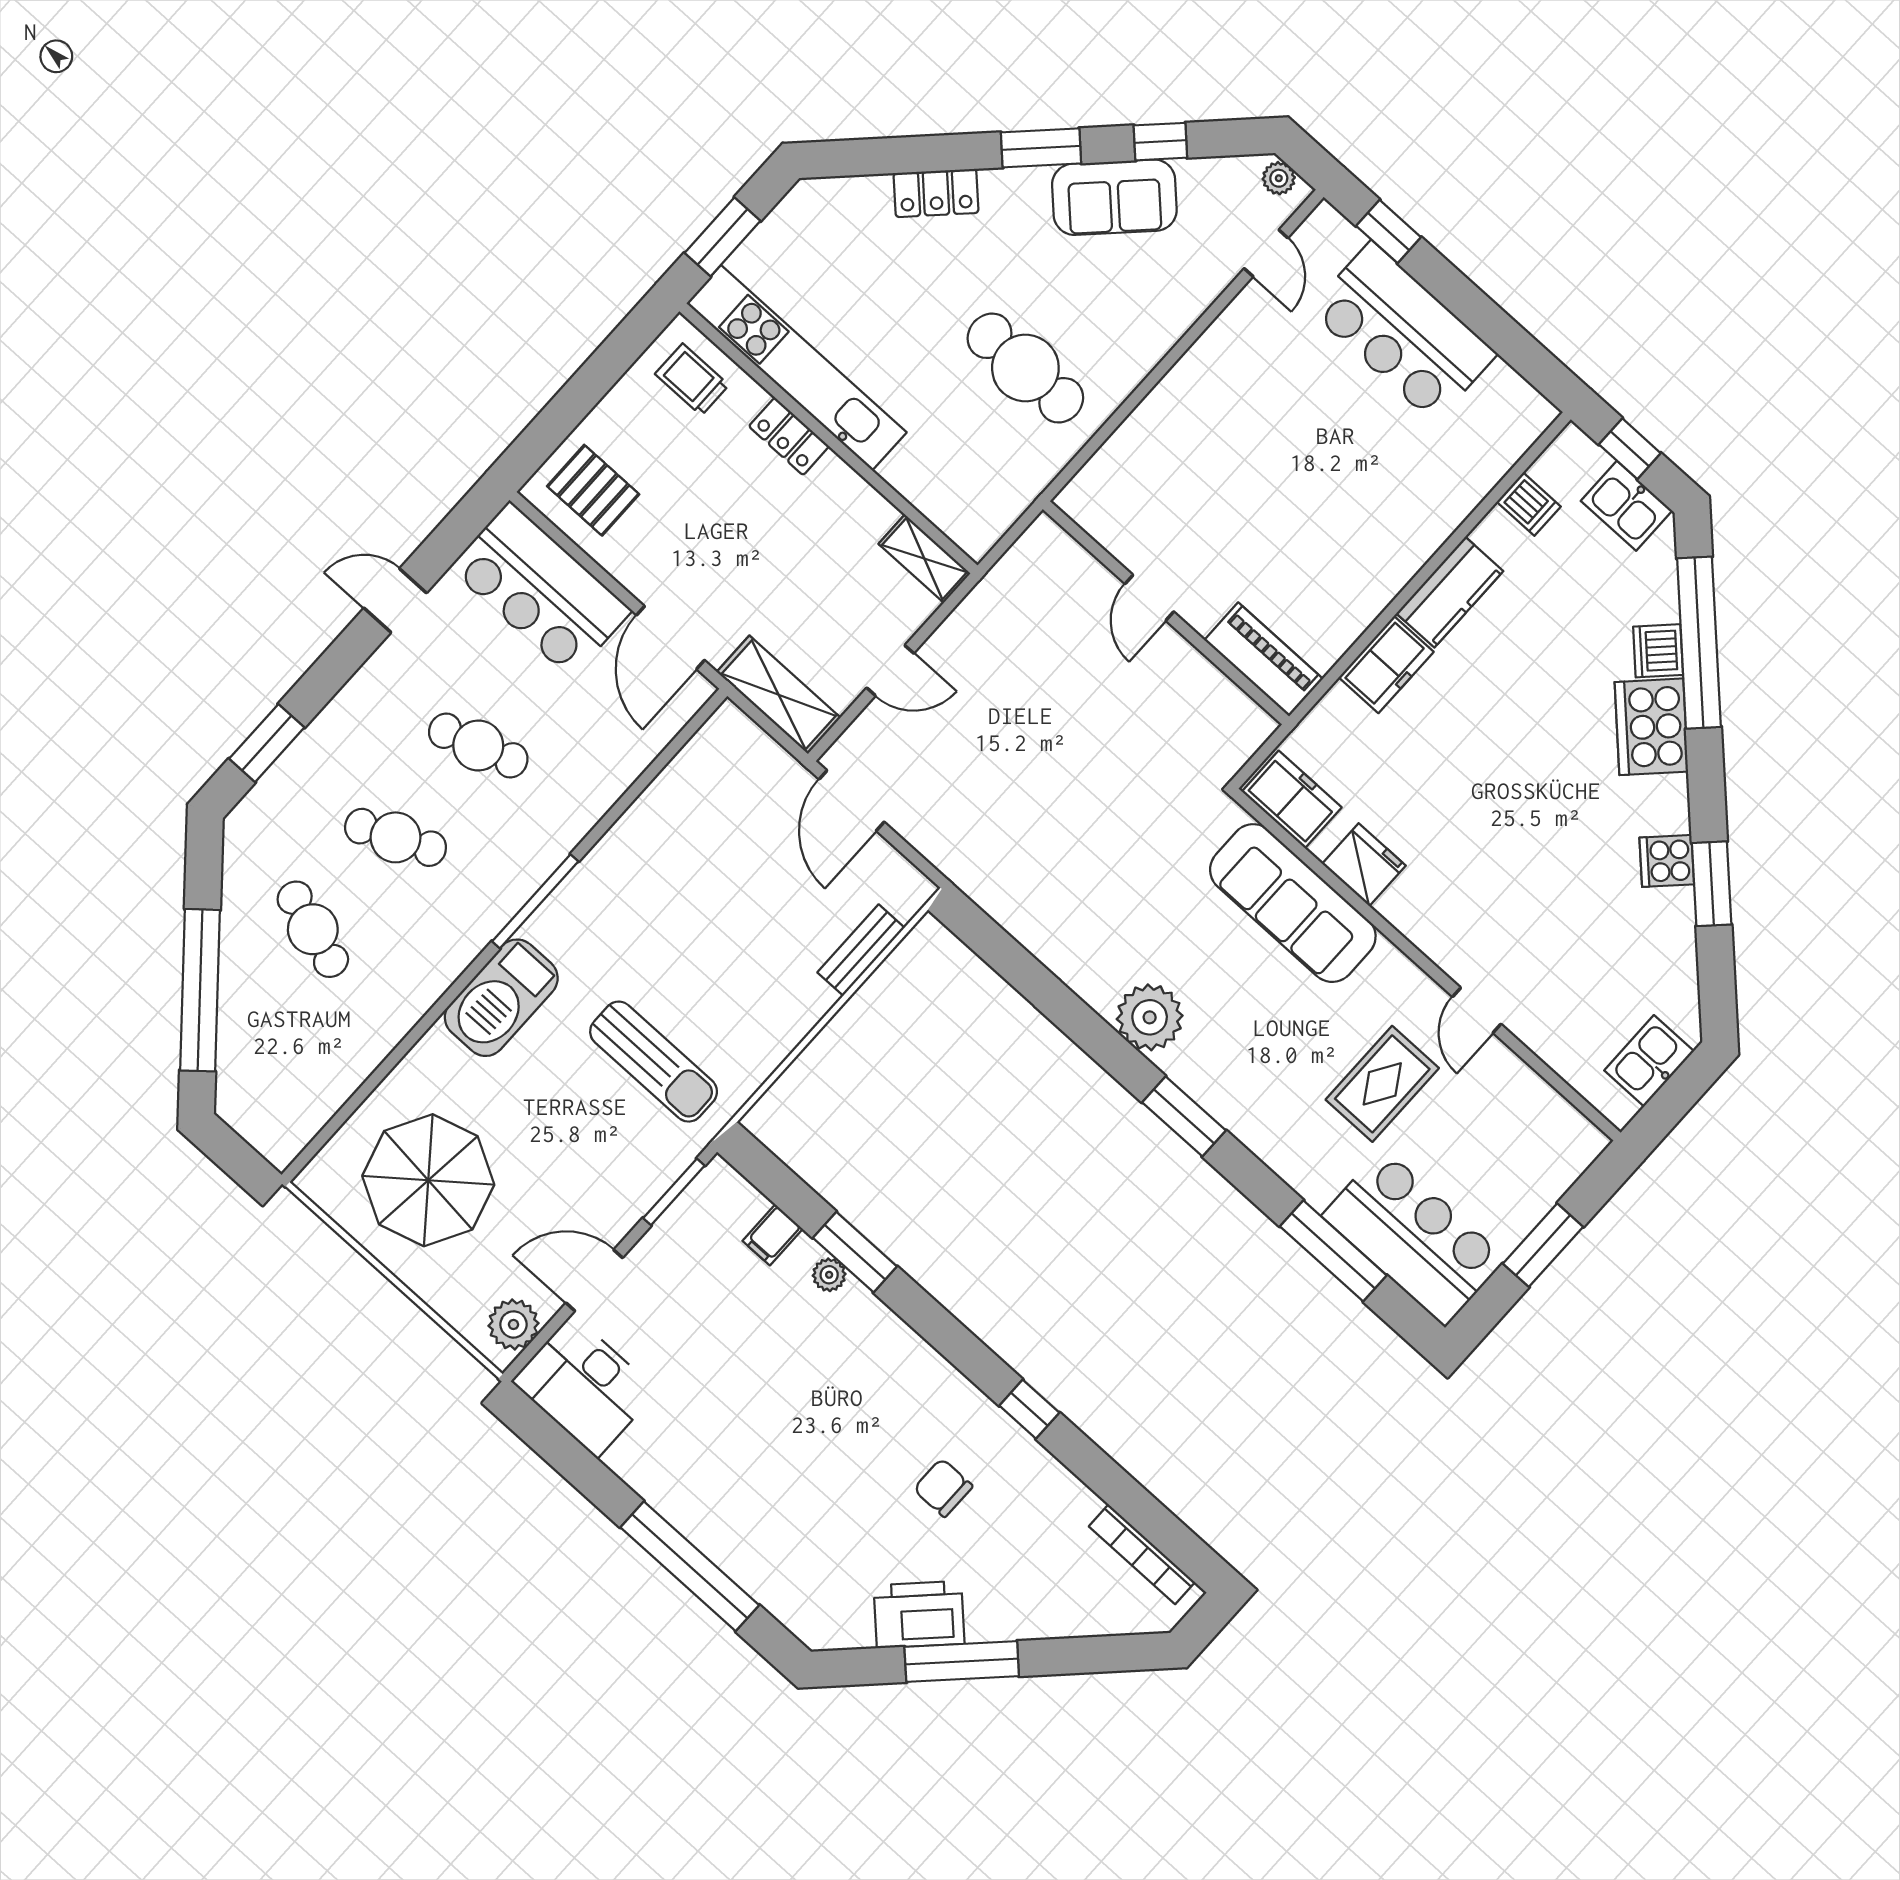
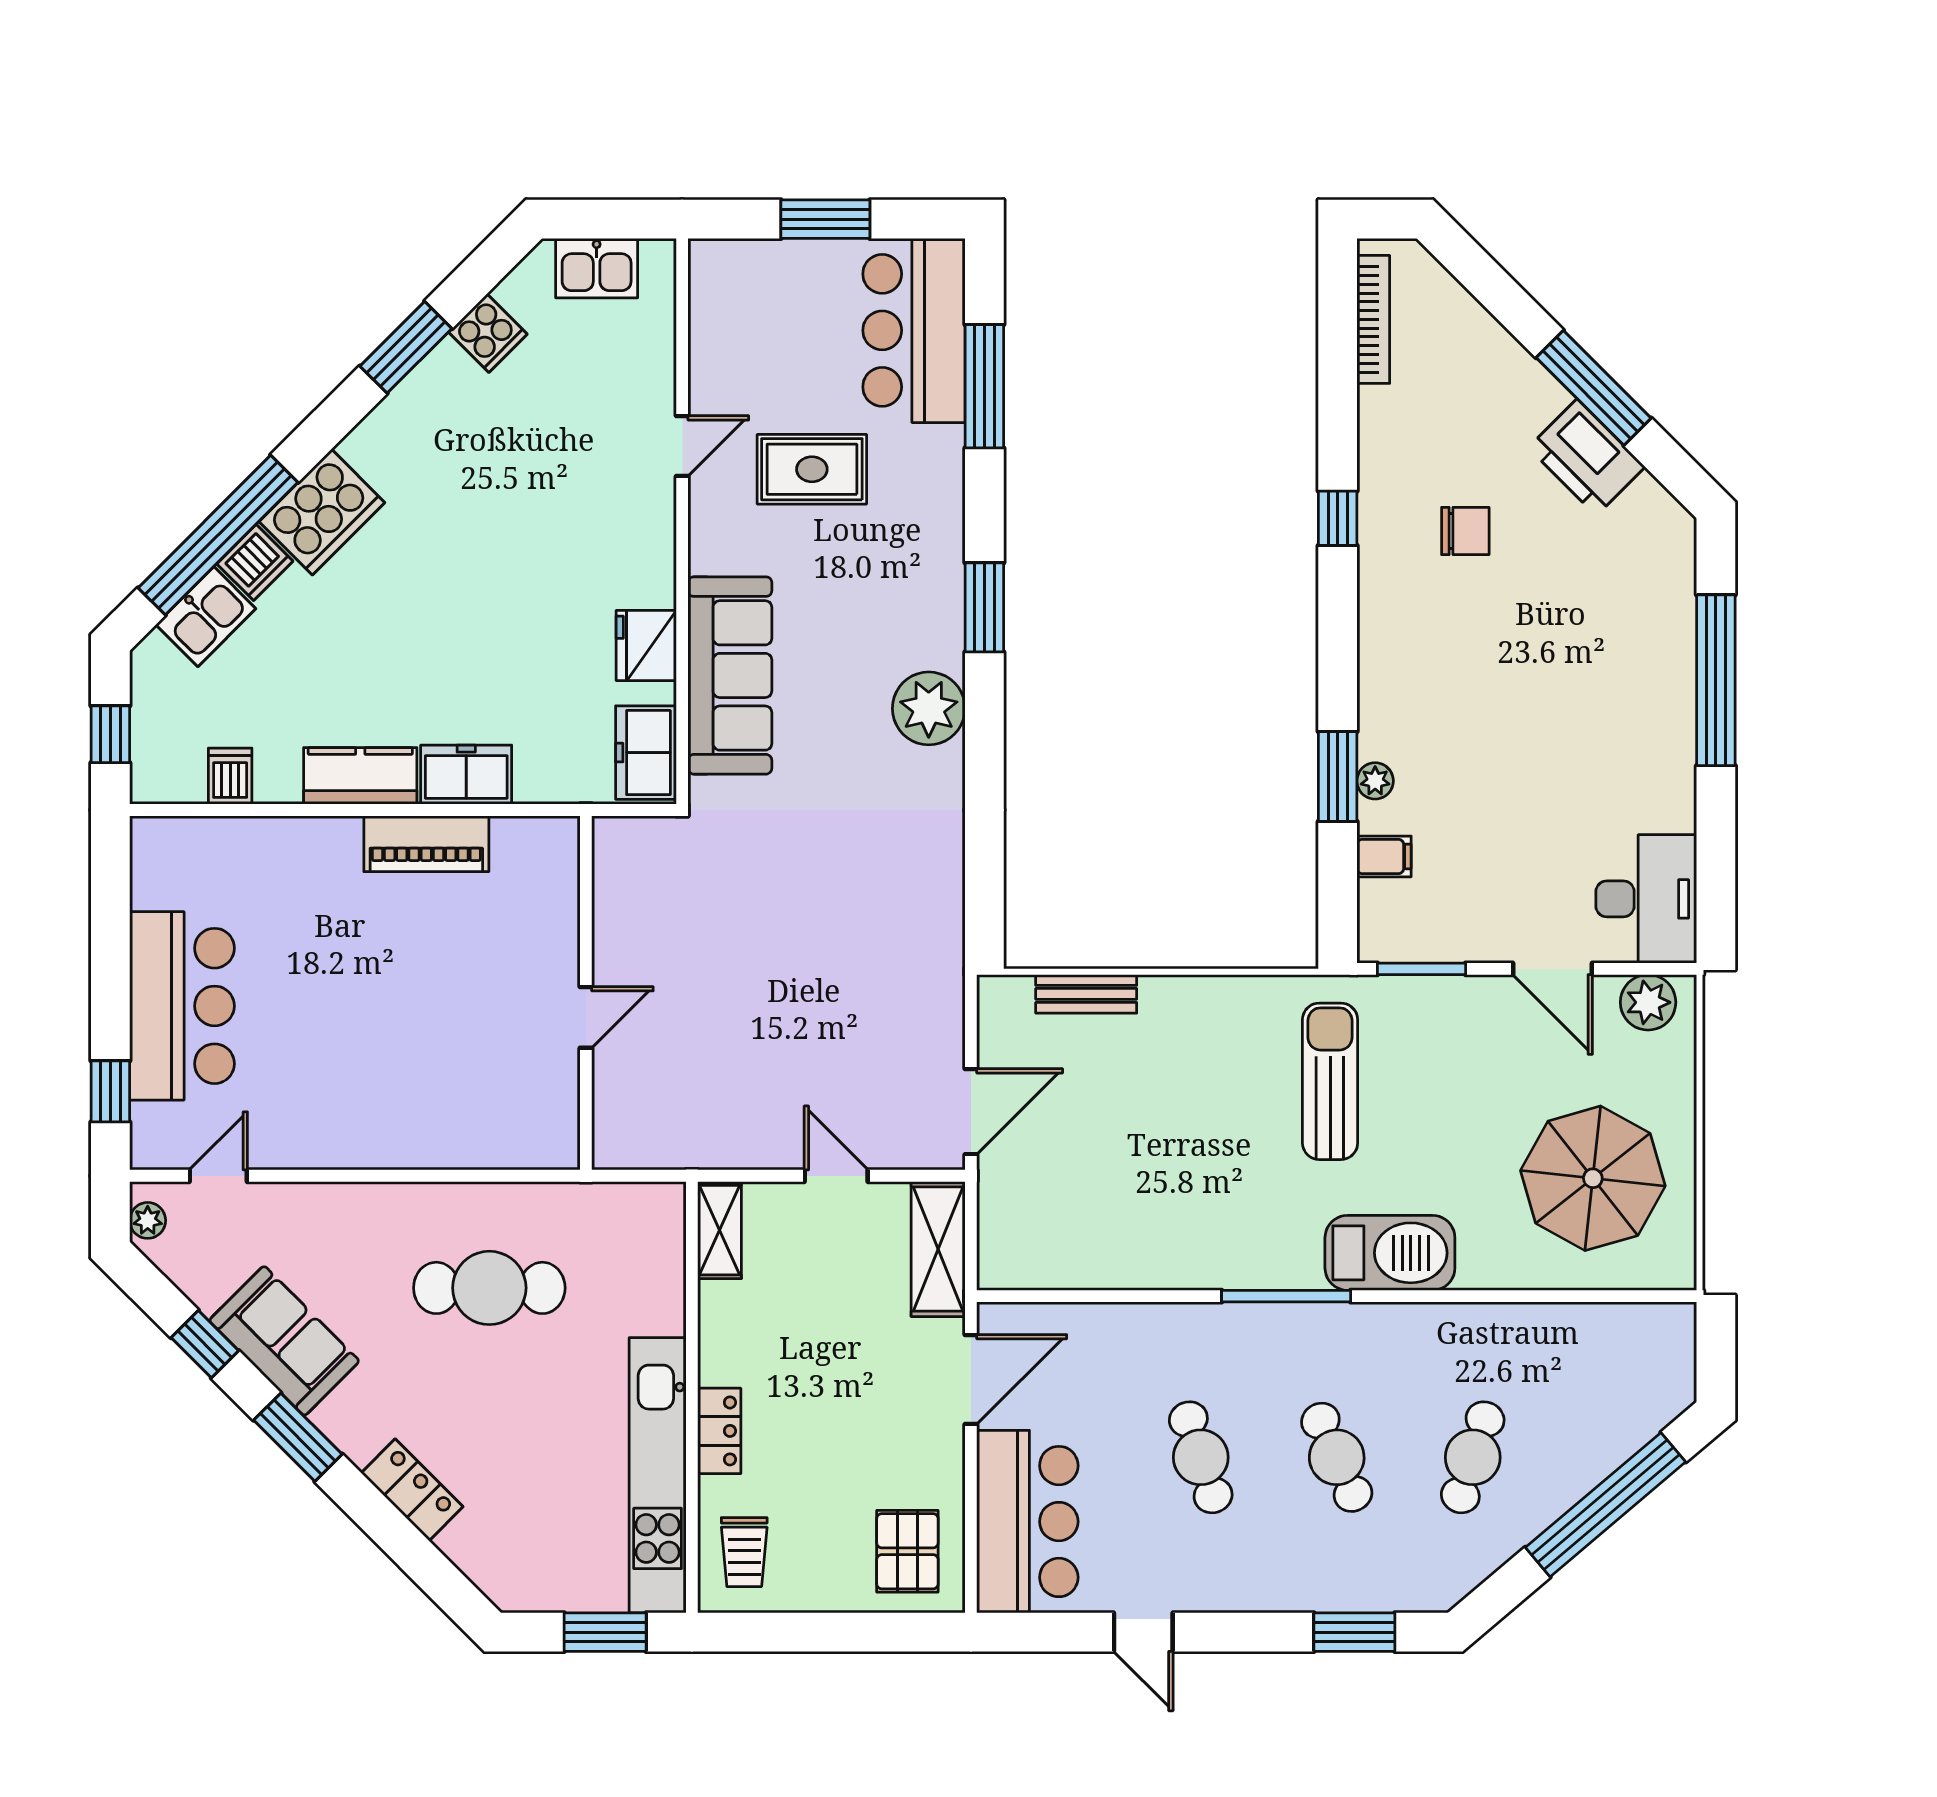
cafe table: (1025, 368) -> (489, 1288), turned 90
kitchen sink: (1626, 506) -> (206, 617), moved, turned 45
piano: (1263, 659) -> (426, 844), moved, turned -90
cooker: (1667, 861) -> (488, 333), moved
chair: (943, 1488) -> (1465, 531), turned -90

